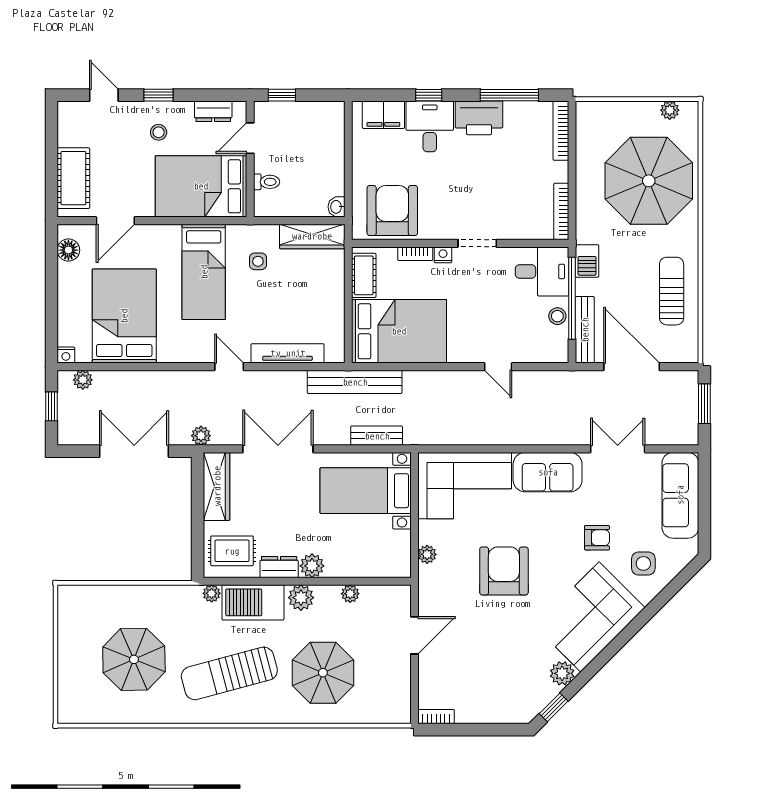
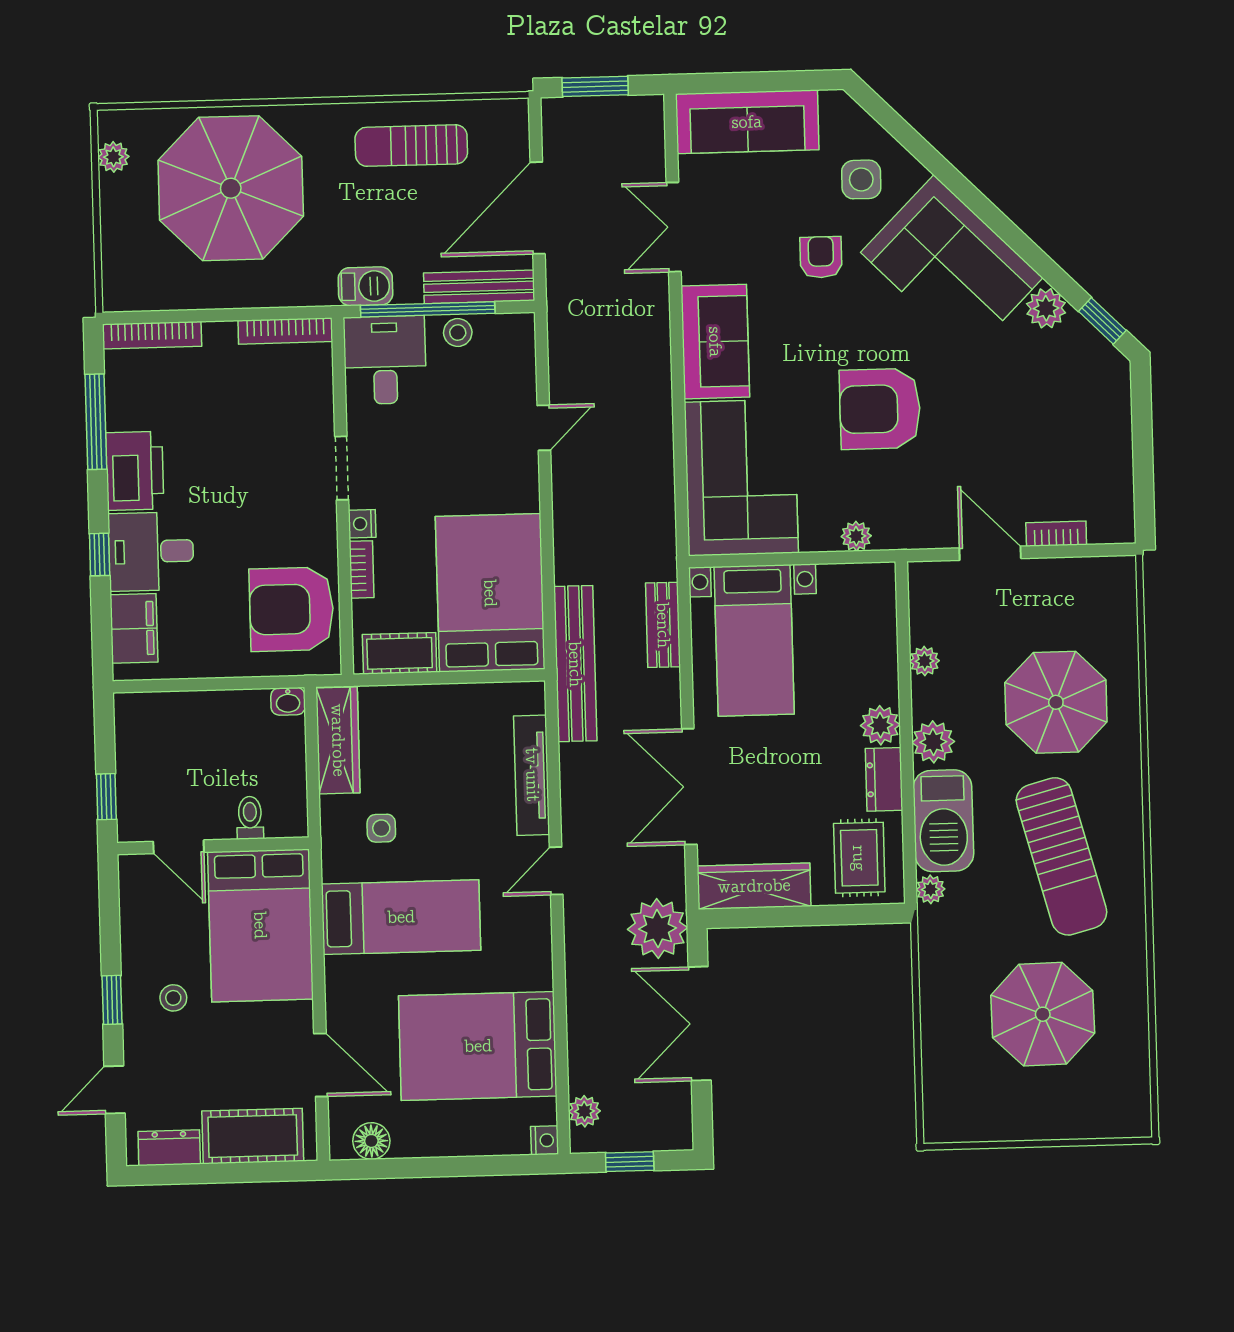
dresser: (213, 111) -> (169, 1148), moved, turned -90
plant: (201, 436) -> (658, 929), width x1.87, depth x1.87
bookcase: (436, 717) -> (1056, 534), moved, turned 90

